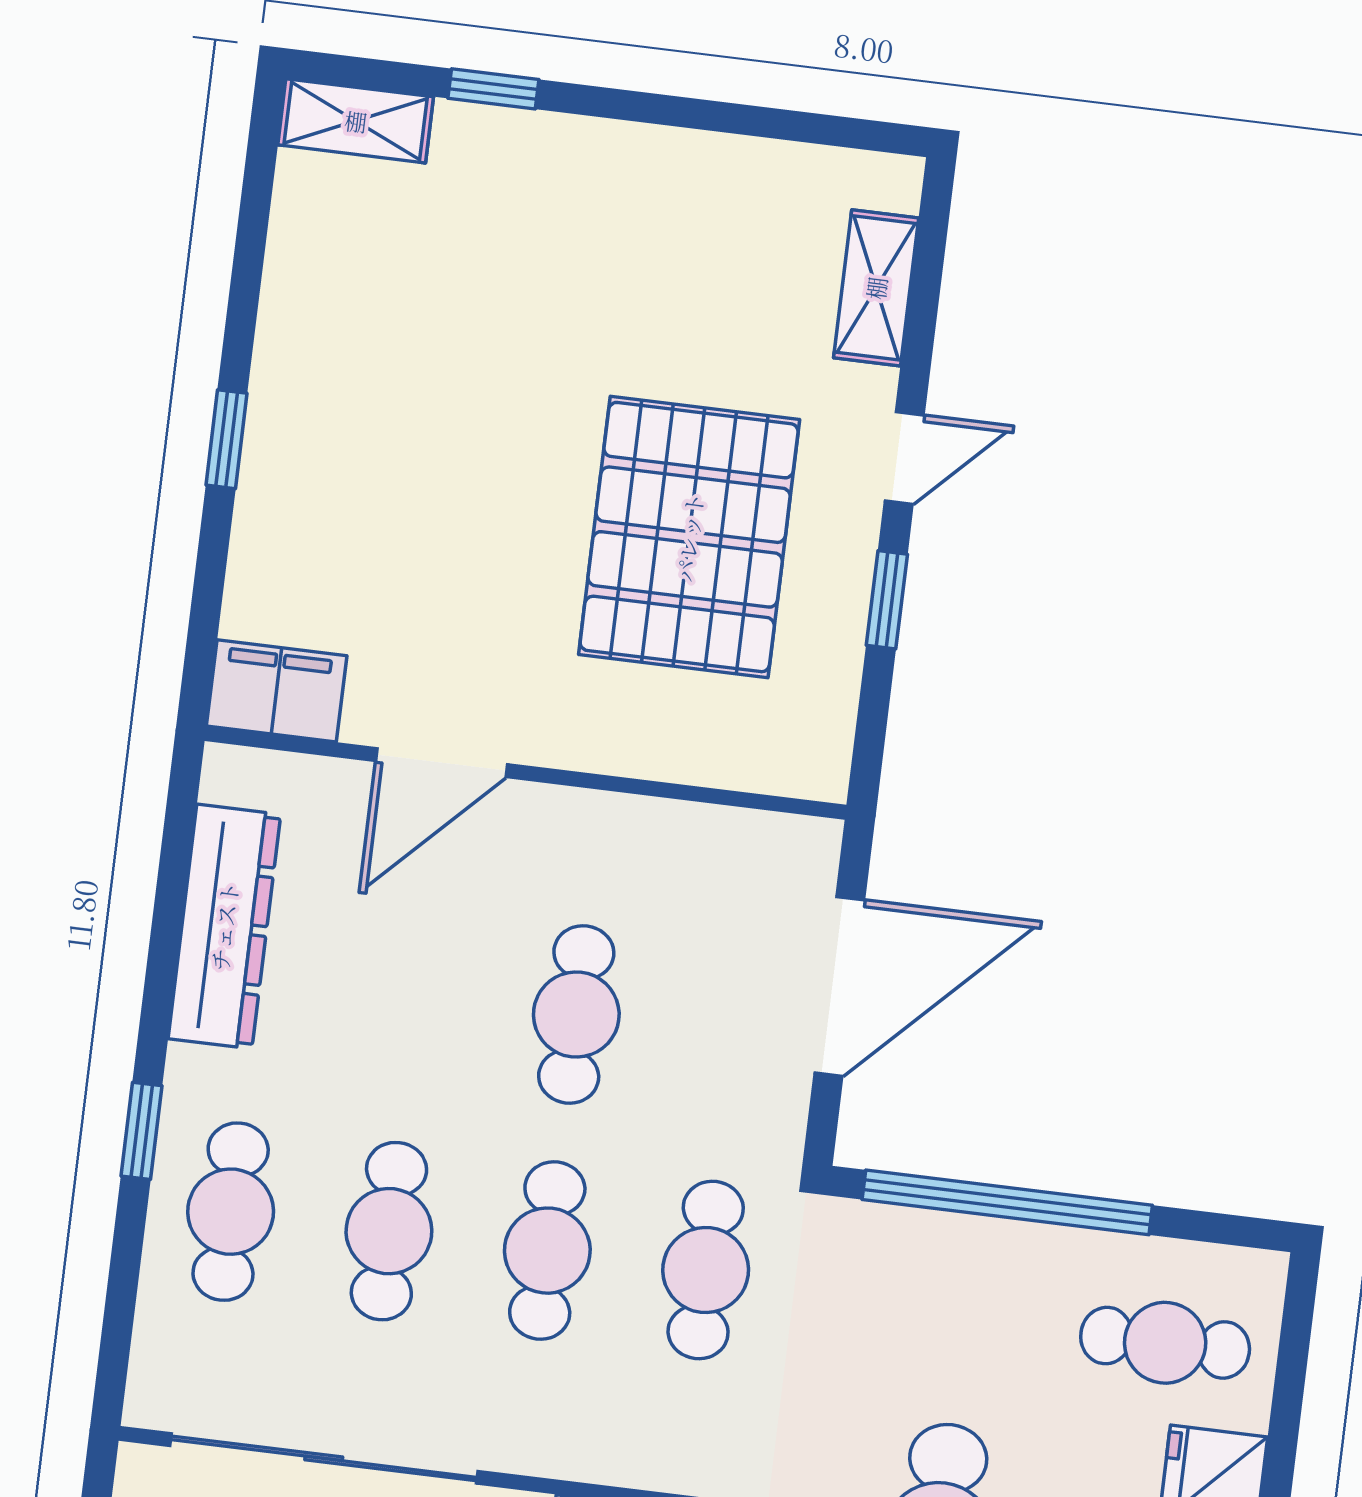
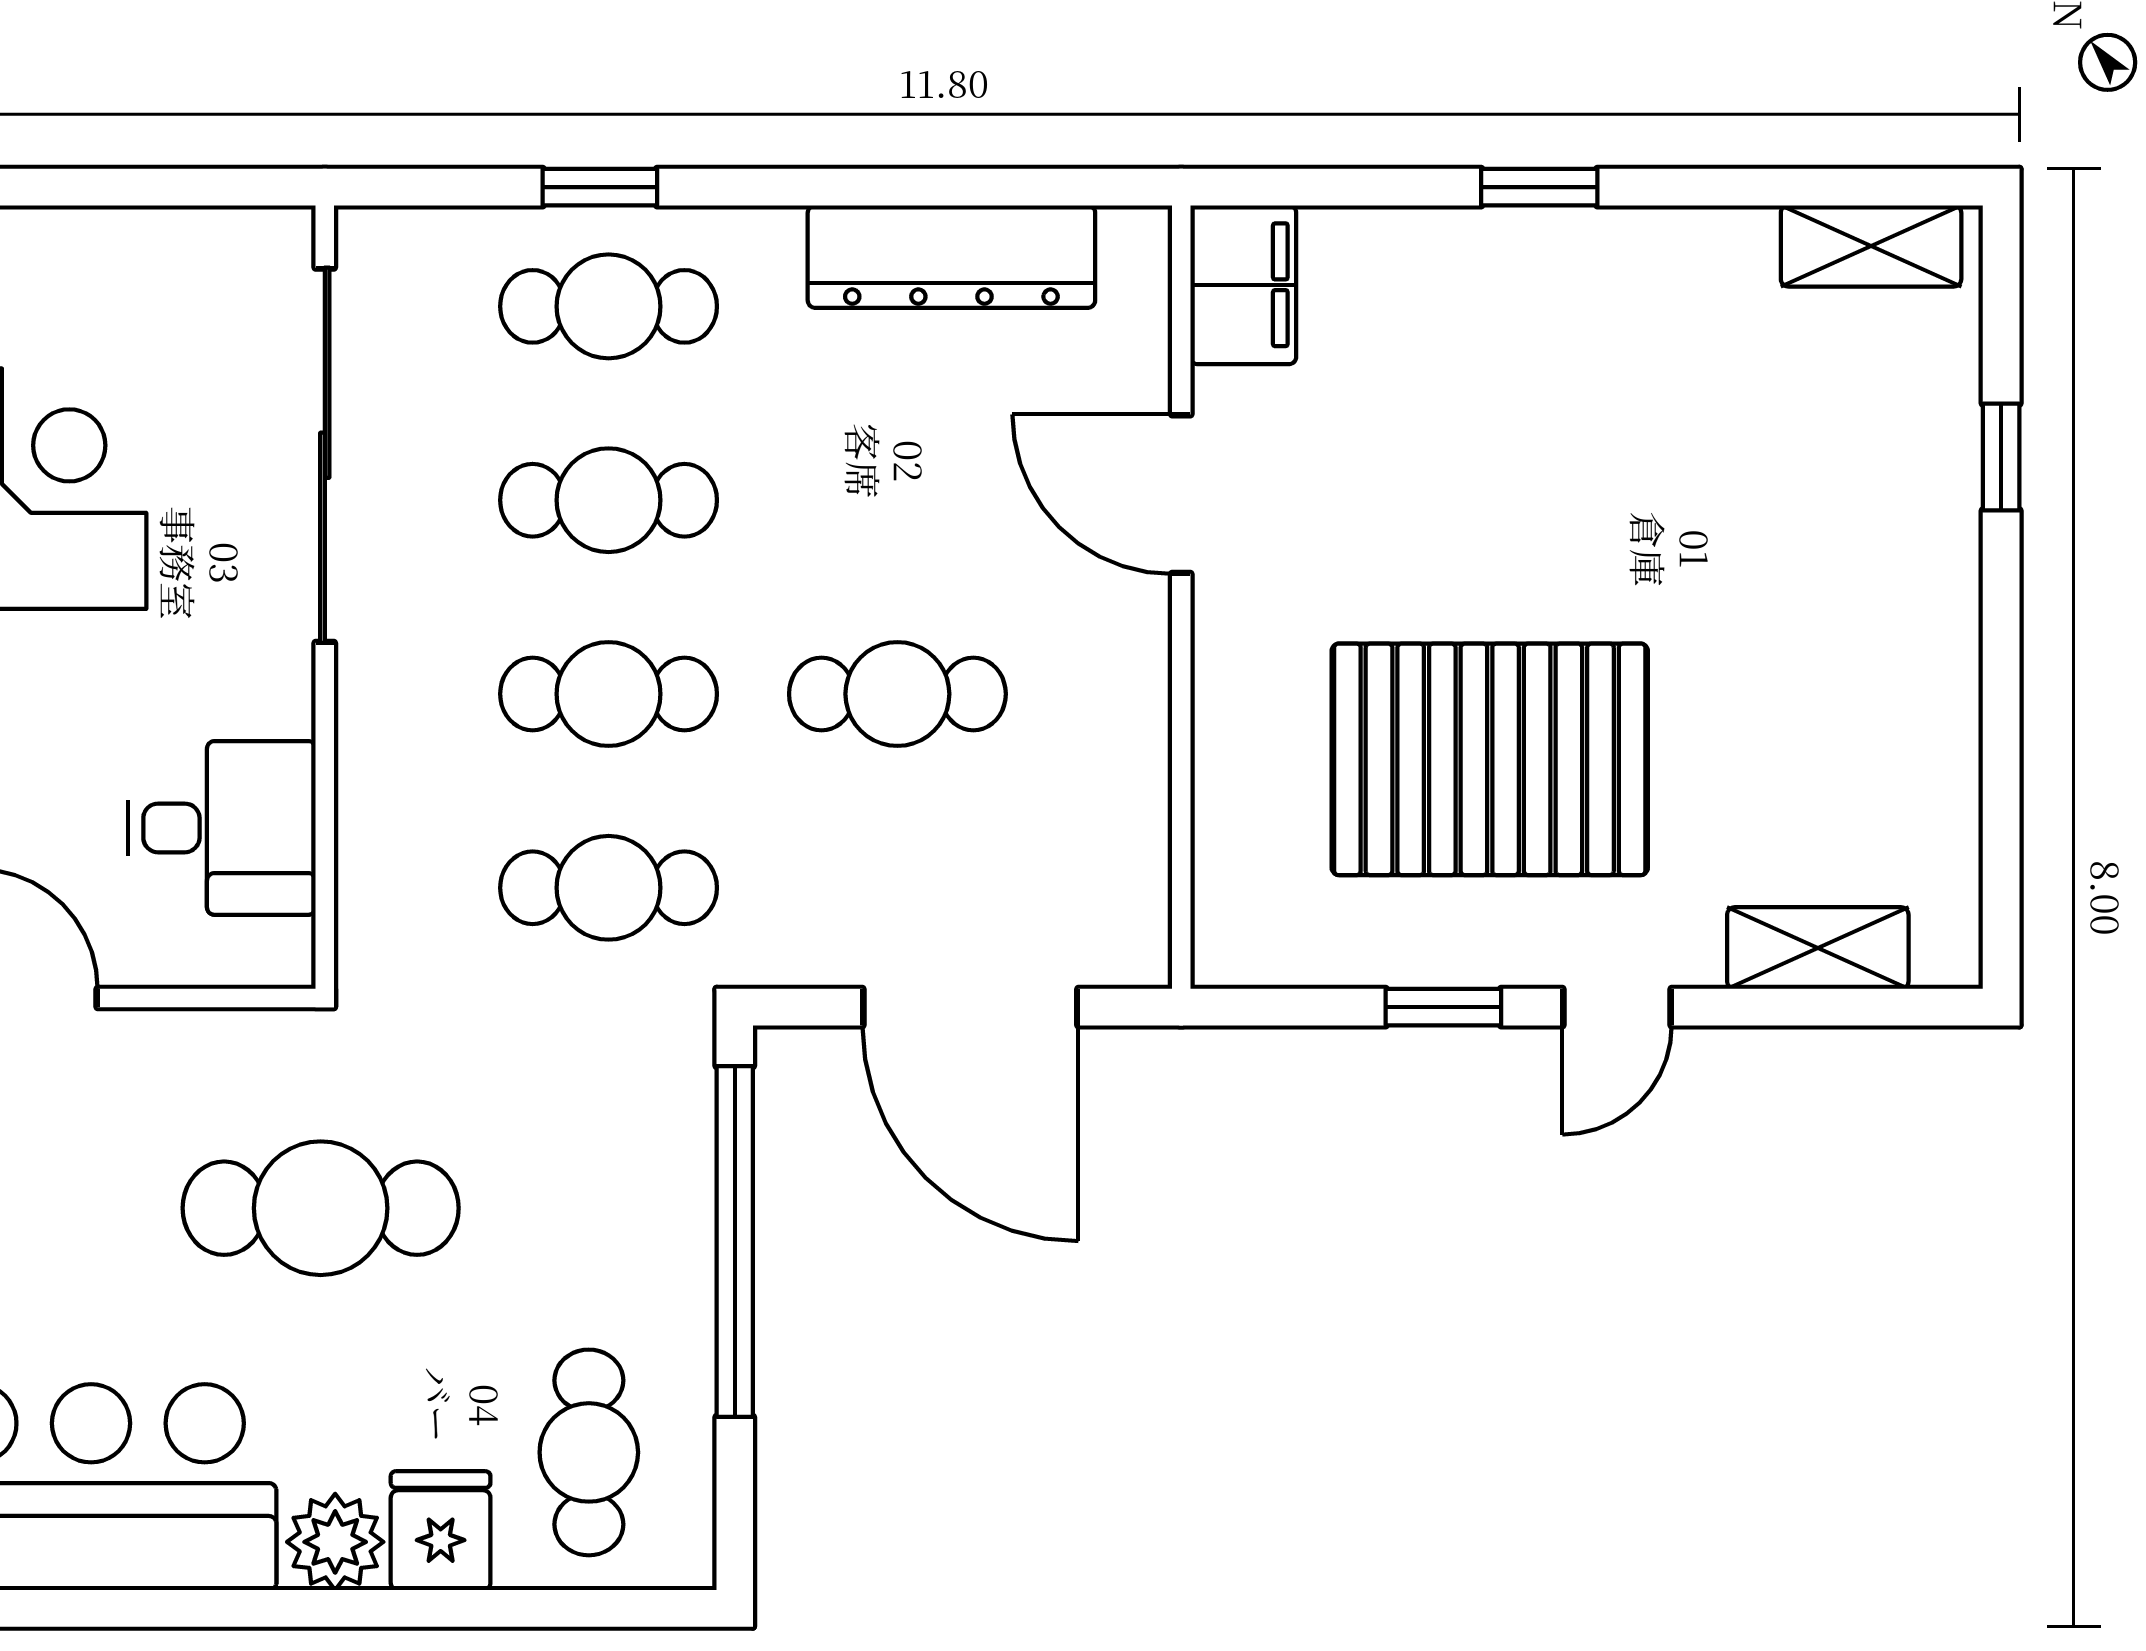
shelving: (356, 121) -> (1871, 246), moved, turned 90
door: (904, 458) -> (1617, 1007), hinge flipped
window: (142, 1131) -> (600, 187), moved

